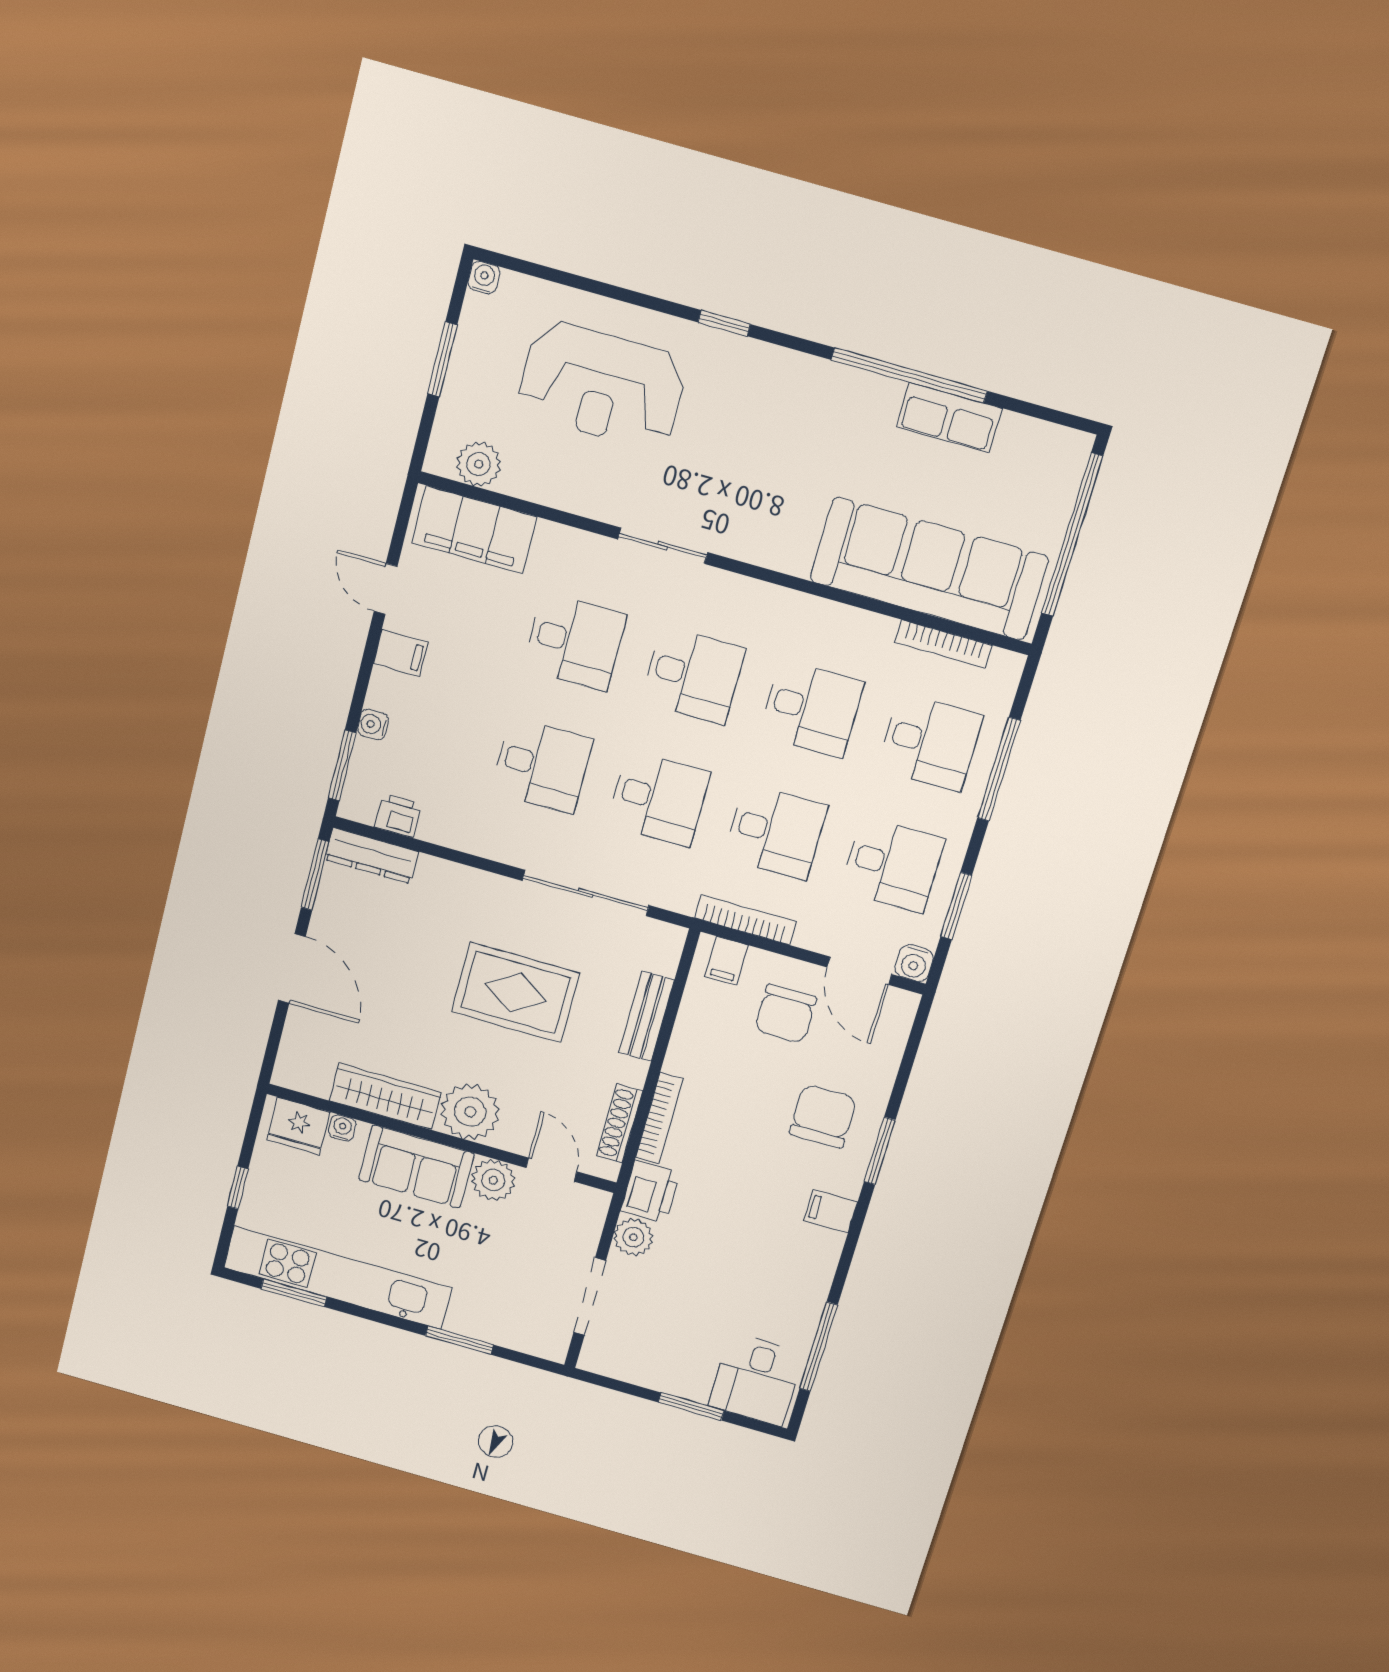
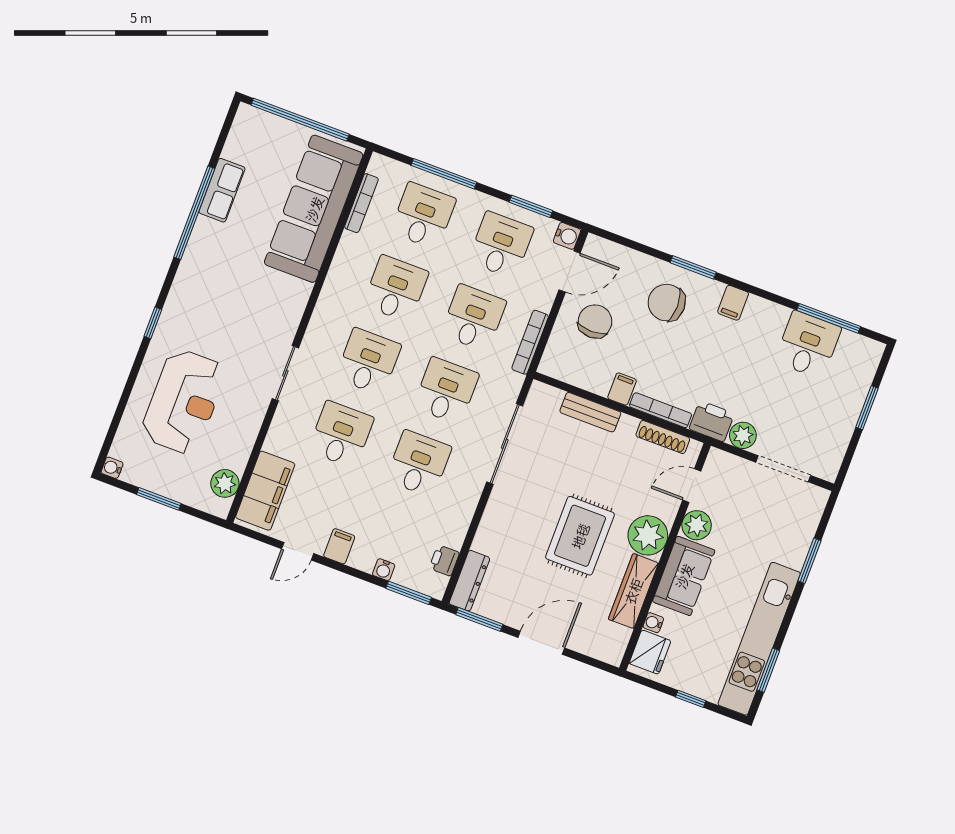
filing cabinet: (726, 961) -> (622, 389), moved, turned -90
rug: (516, 993) -> (580, 536), moved
chair: (785, 1014) -> (595, 321), turned -90
desk: (756, 1380) -> (808, 345), moved, turned -90

